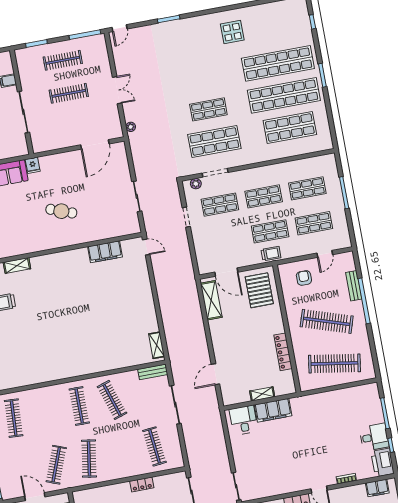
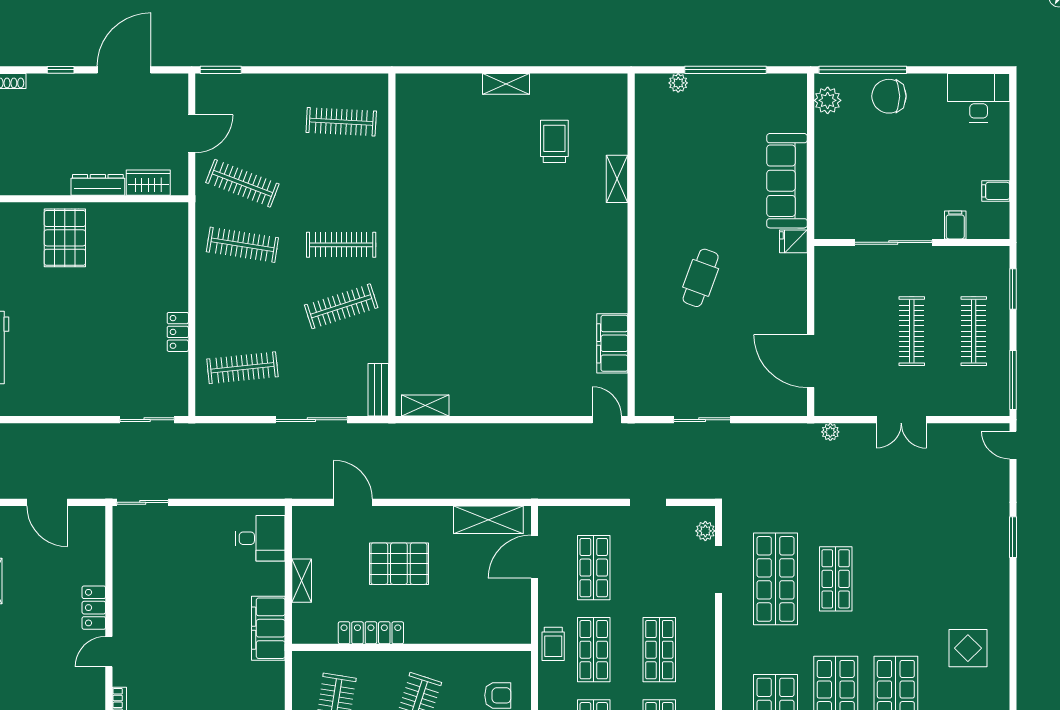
shop shelf: (220, 205) -> (594, 568), moved
door: (146, 247) -> (607, 420), swing flipped
pallet: (259, 290) -> (399, 564), moved
filing cabinet: (273, 410) -> (268, 628), moved

